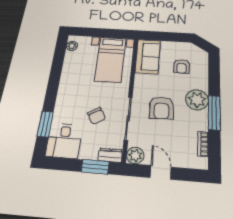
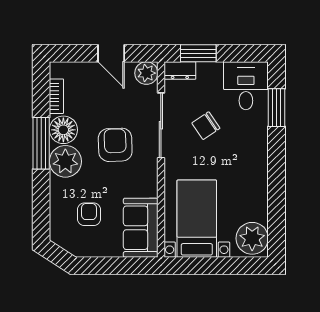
plant: (72, 46) -> (252, 238), width x1.87, depth x1.87
chair: (97, 116) -> (206, 126), turned -93
floor lamp: (198, 120) -> (63, 130), added

